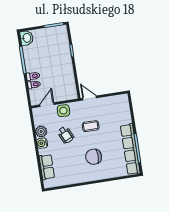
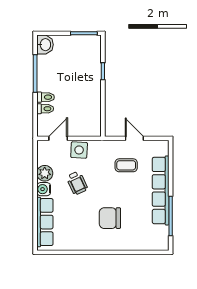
door: (90, 98) -> (134, 138), moved
coffee table: (91, 126) -> (126, 165), moved
row of seats: (130, 149) -> (161, 190), moved
row of seats: (47, 167) -> (45, 222), width x1.48

